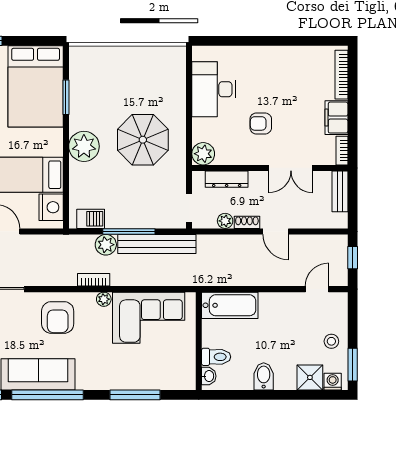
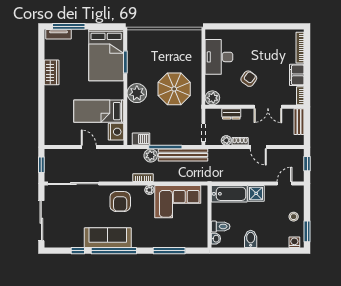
armchair: (261, 123) -> (249, 79), turned 126
dresser: (227, 179) -> (231, 114), width x0.70
shower: (310, 377) -> (256, 193), moved

